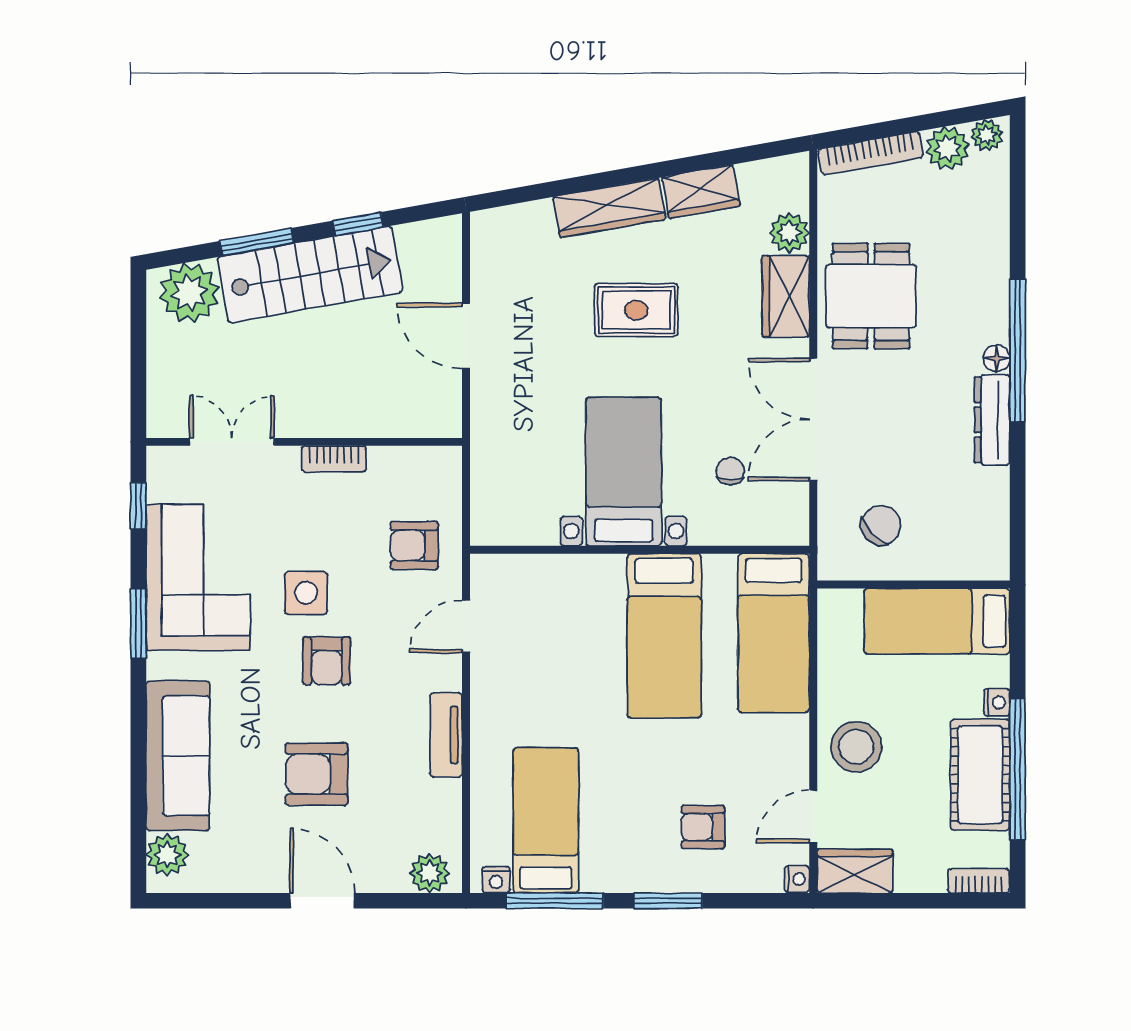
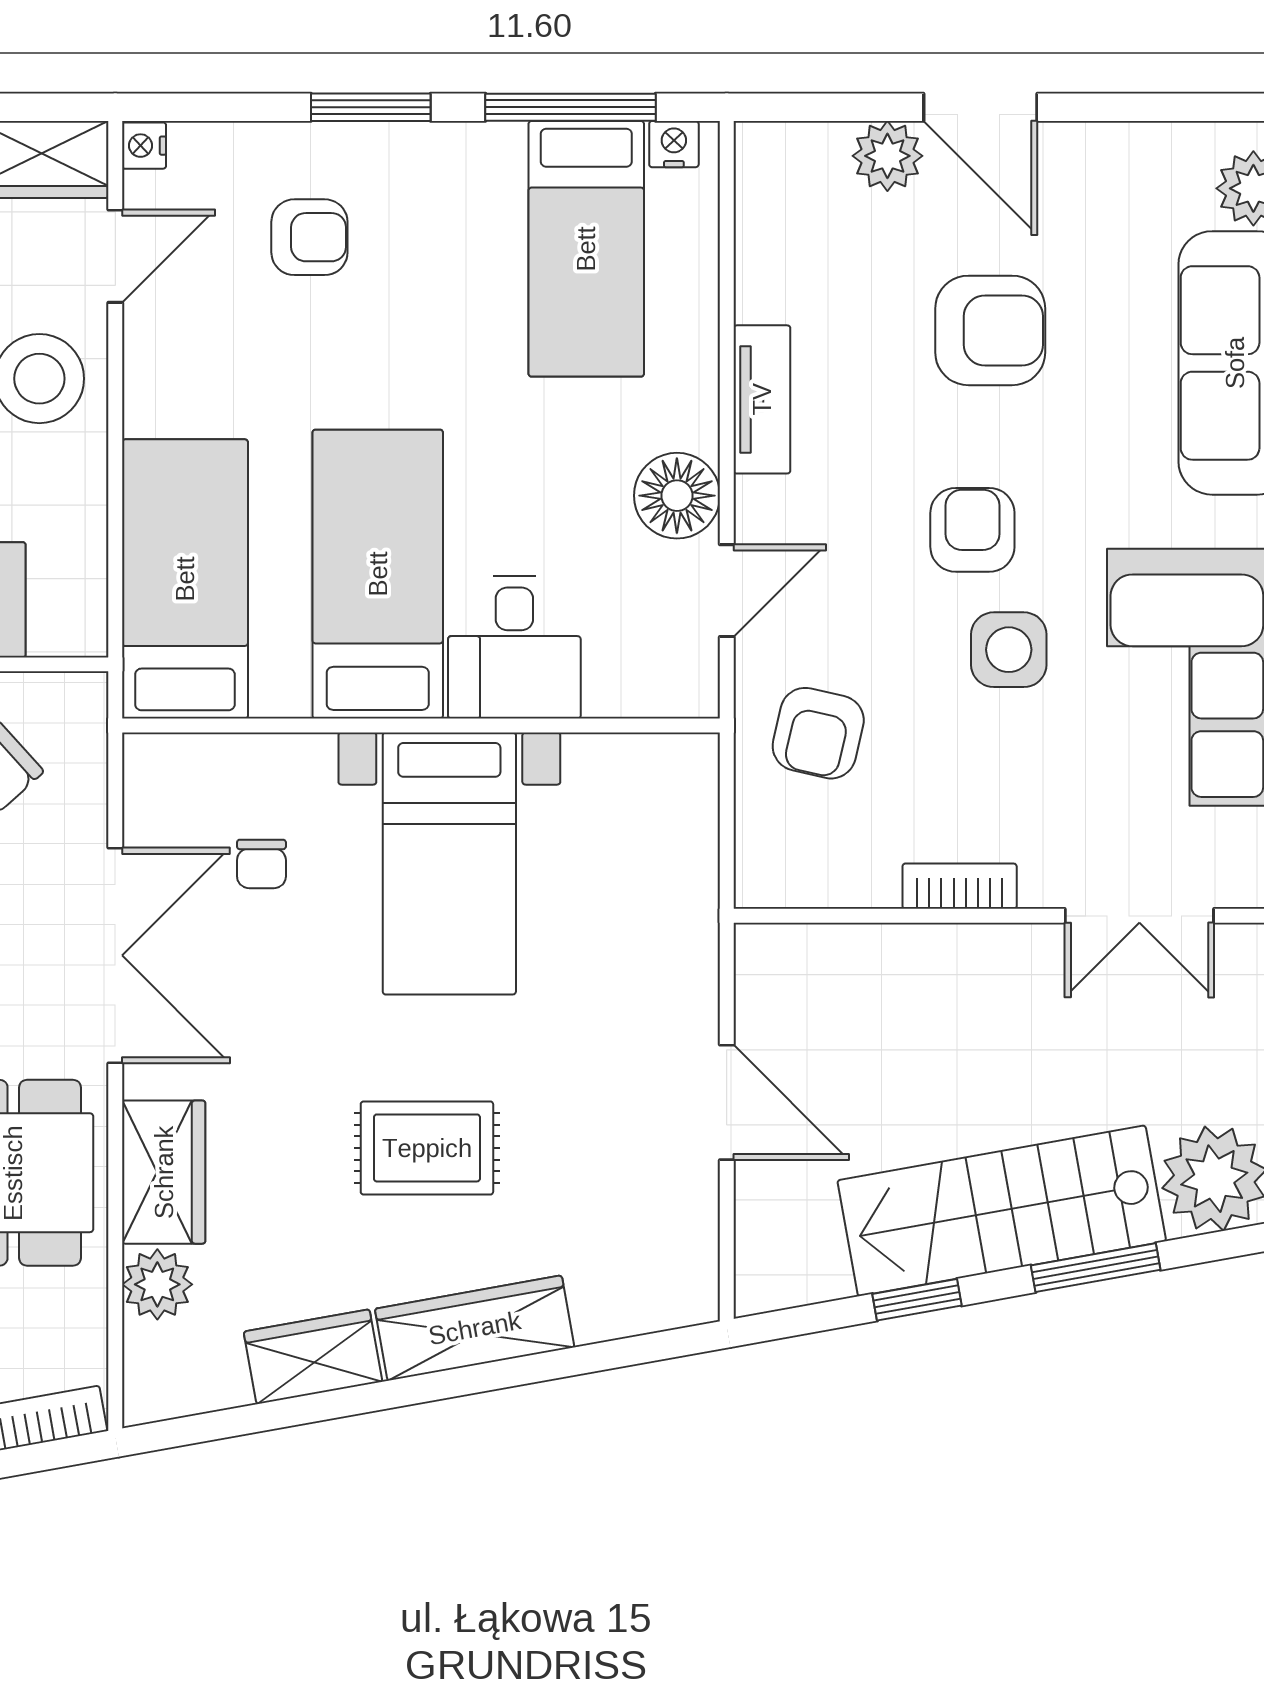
armchair: (414, 546) -> (818, 733), turned 103
desk: (587, 594) -> (514, 647), added
floor lamp: (494, 680) -> (677, 496), added
plant: (430, 873) -> (887, 156), moved

